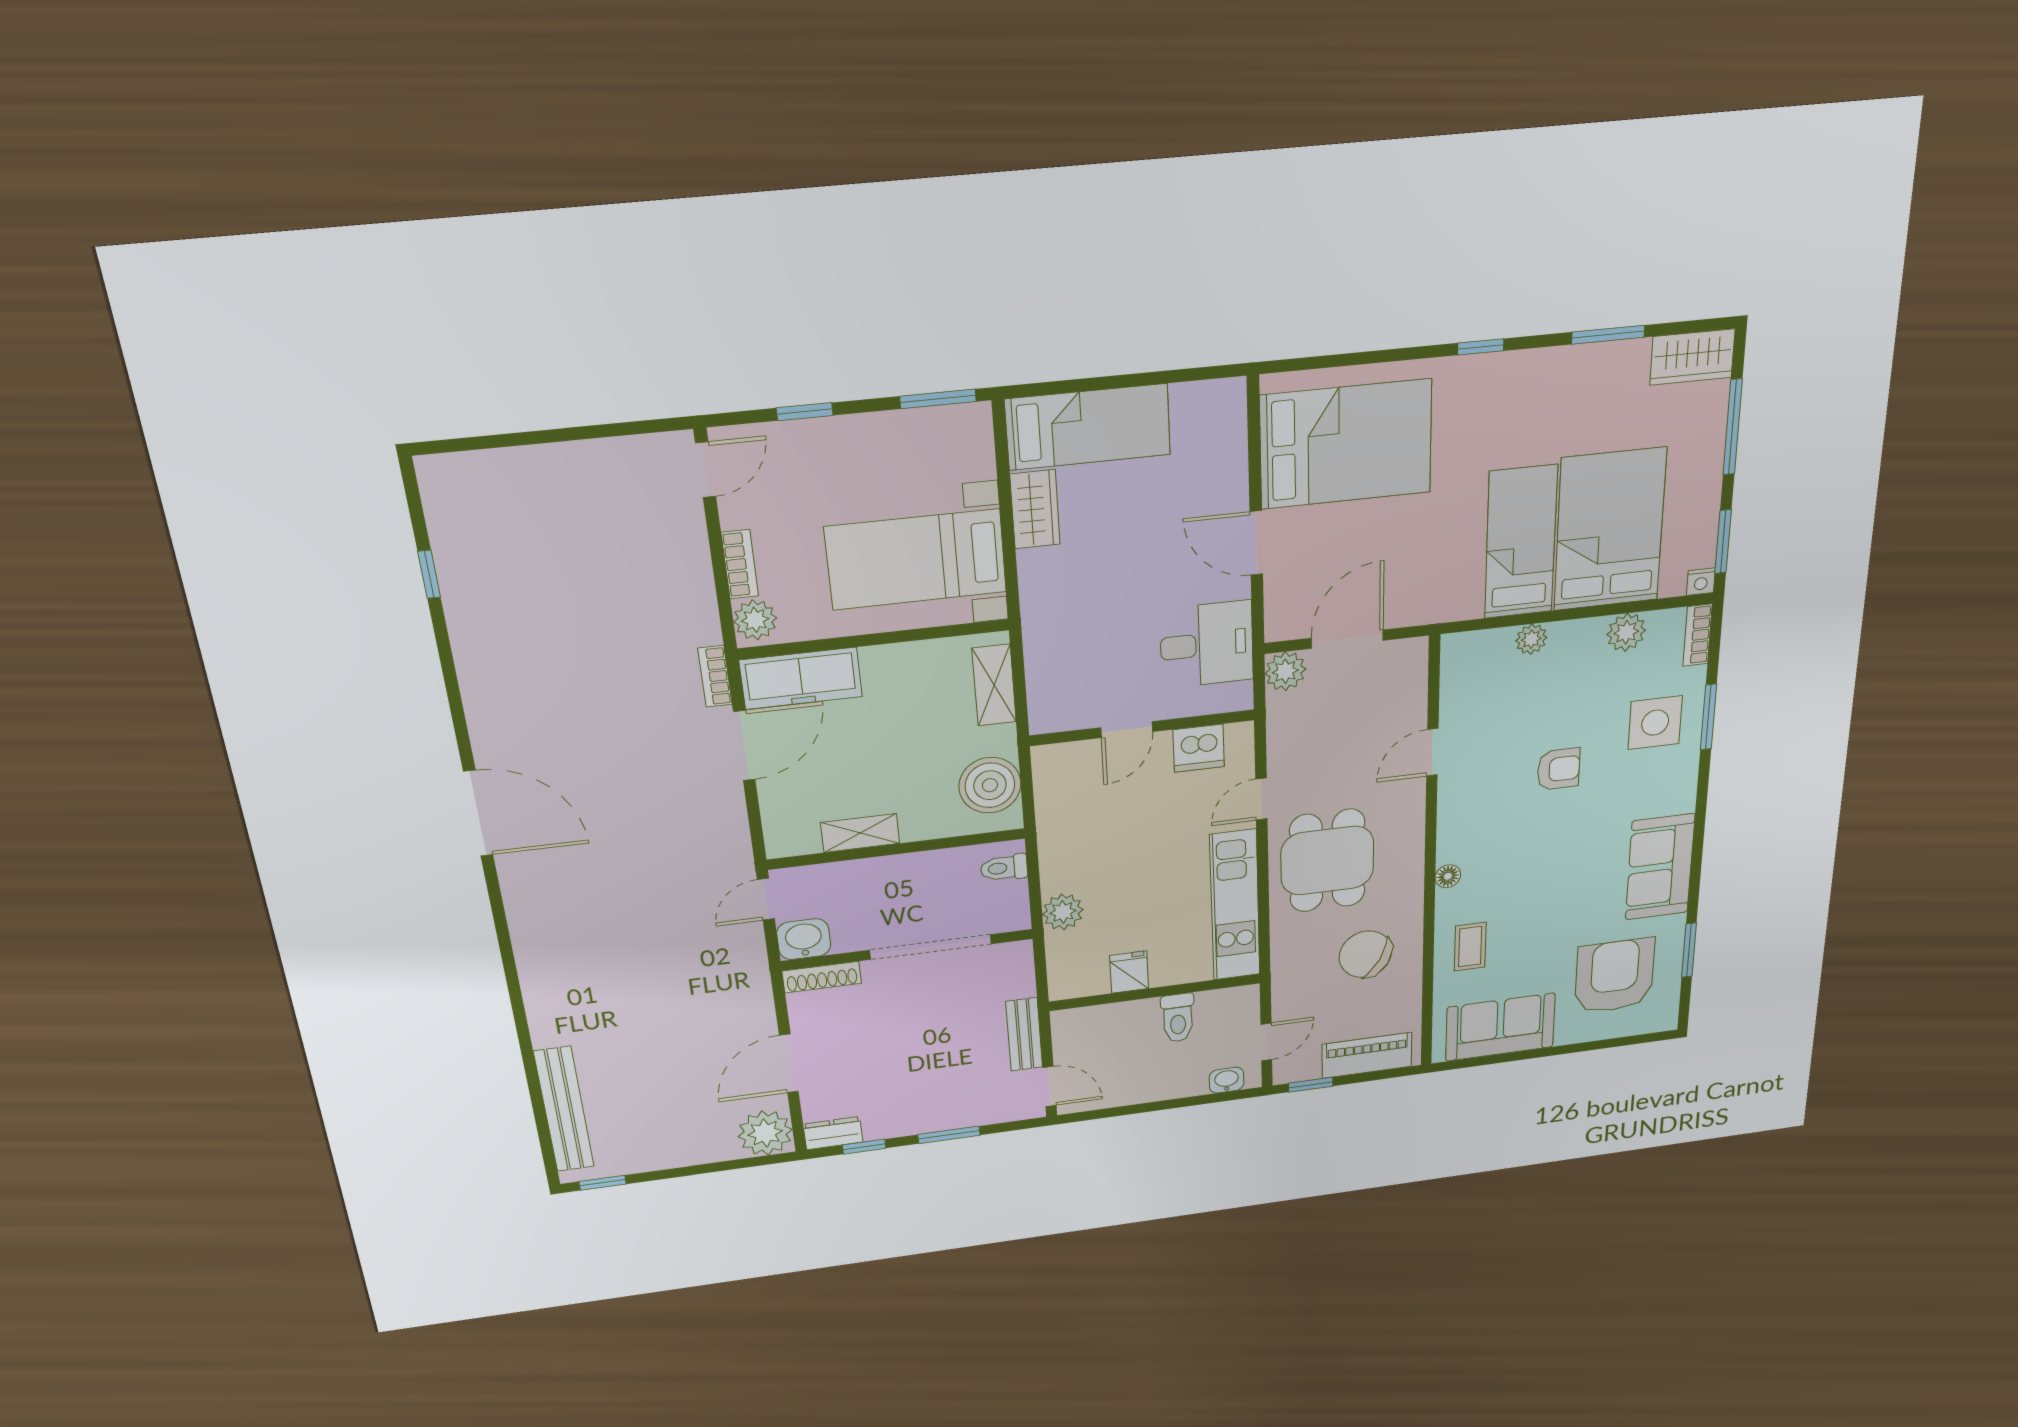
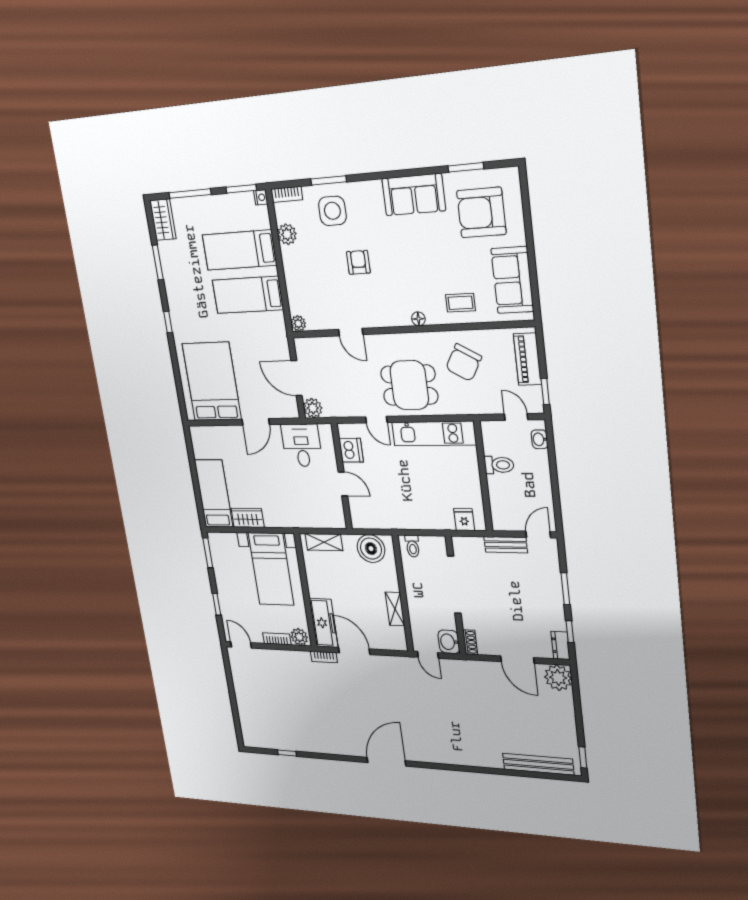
bed: (1610, 530) -> (239, 250), width x0.67
plant: (1531, 639) -> (298, 323), moved
plant: (1063, 912) -> (436, 520), removed
fridge: (1129, 972) -> (464, 520), moved, turned 90
shoe rack: (822, 977) -> (470, 642), width x0.70

